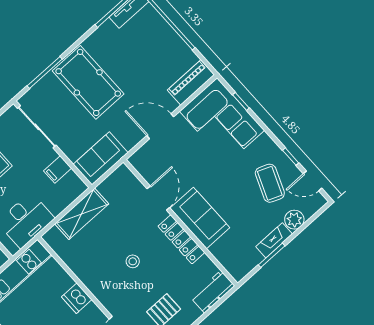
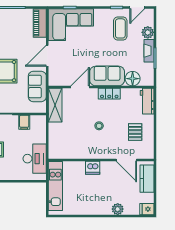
sofa: (101, 158) -> (37, 86), moved
coffee table: (270, 183) -> (120, 28), turned 68
door: (158, 198) -> (80, 87), hinge flipped
shelving: (82, 214) -> (55, 105), moved
locker: (181, 239) -> (109, 94), width x0.66
floor lamp: (224, 251) -> (133, 79), added

